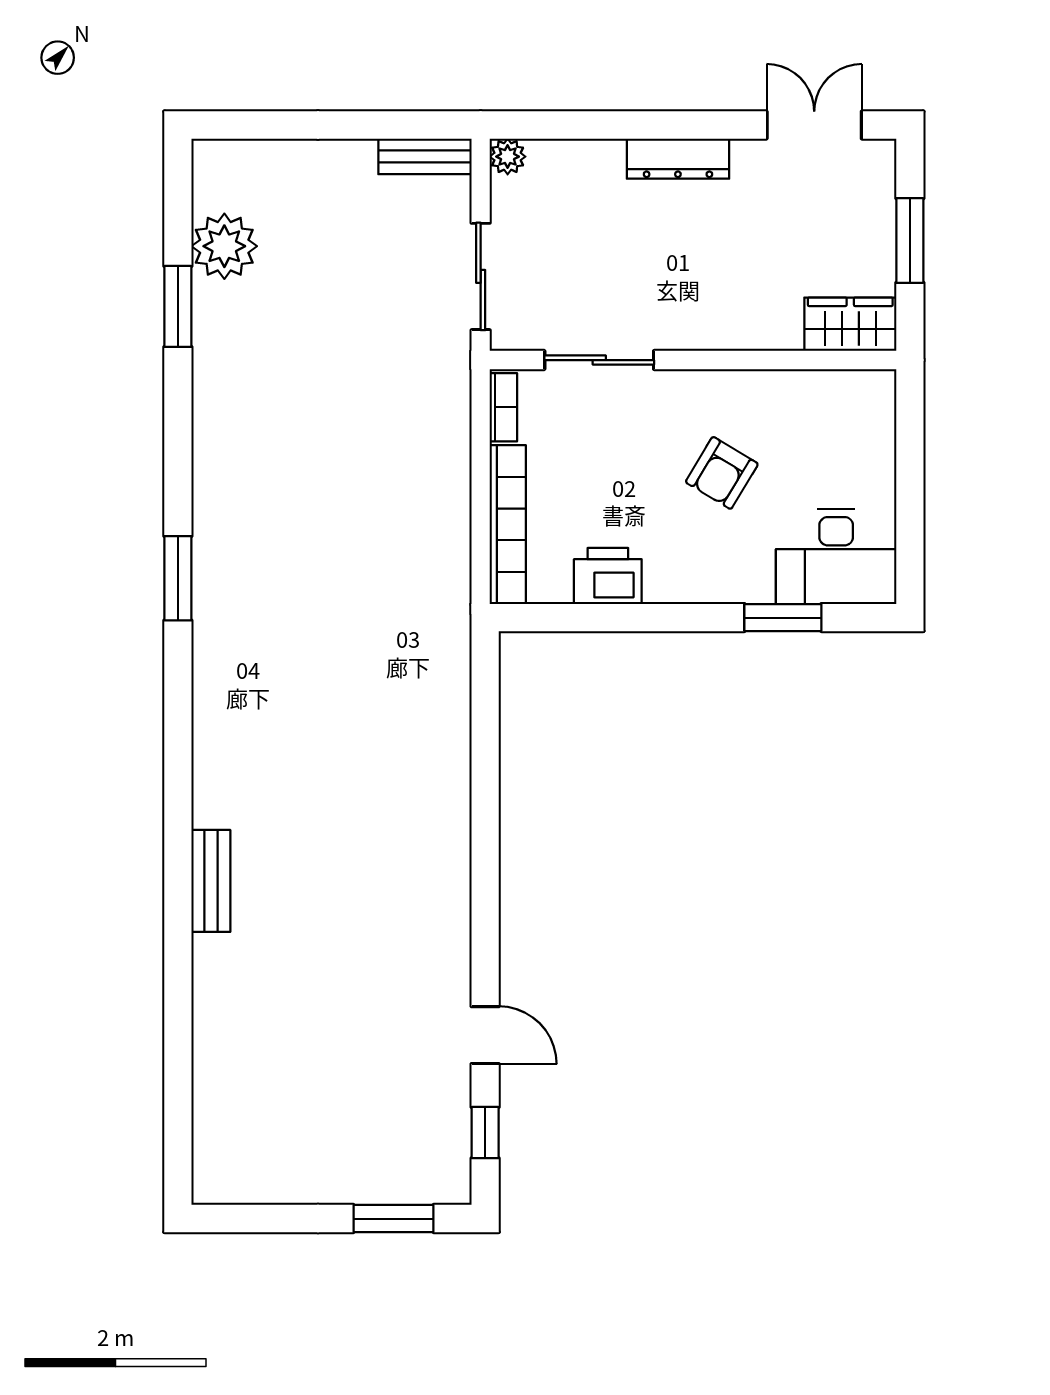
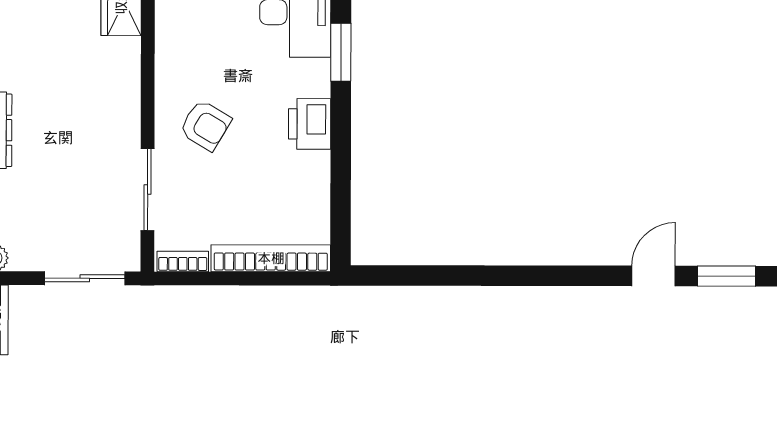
armchair: (722, 473) -> (205, 125), moved
printer: (608, 576) -> (310, 124), moved
window: (485, 1133) -> (726, 276), width x1.50

